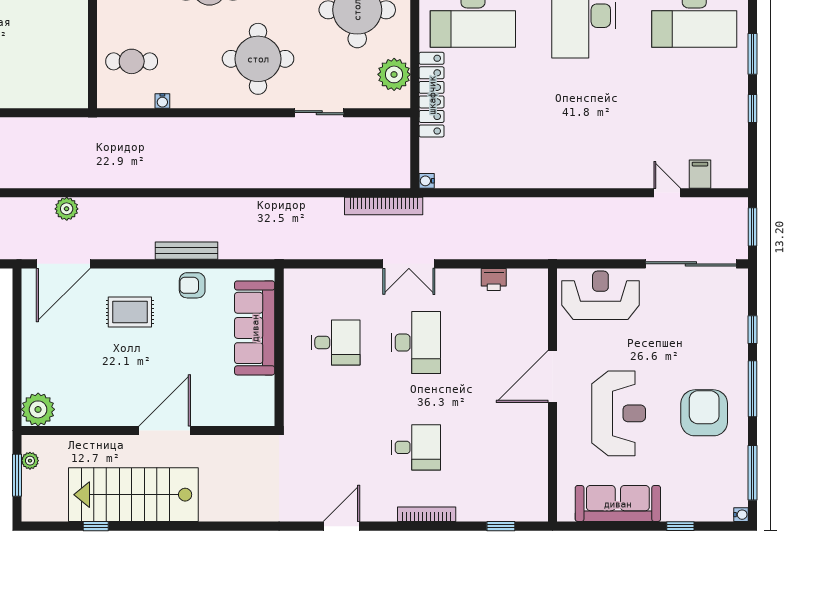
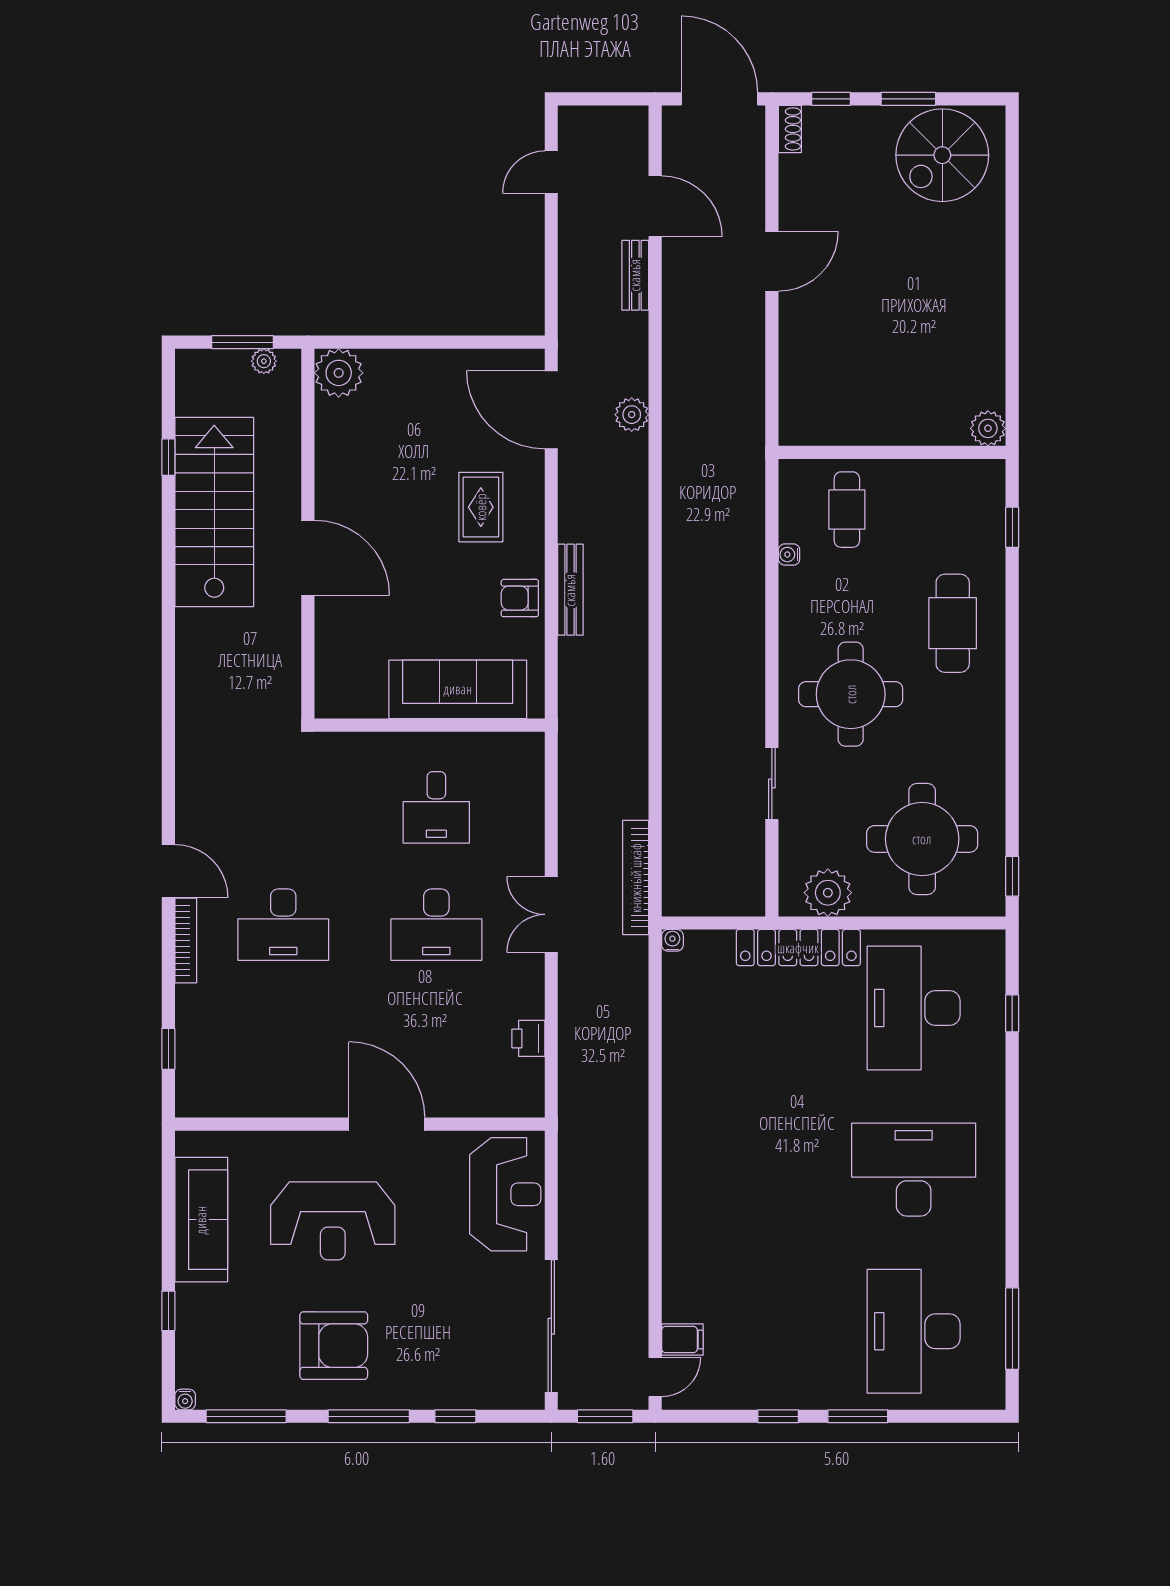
door: (667, 193) -> (655, 1377), moved
armchair: (192, 285) -> (520, 598), turned -90
desk: (416, 447) -> (283, 925), width x1.37
door: (341, 526) -> (168, 871), moved

